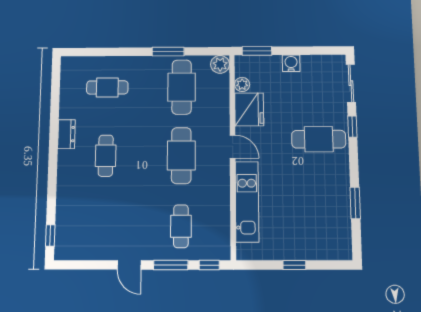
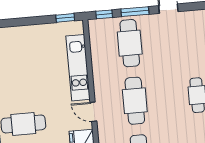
cafe table: (181, 226) -> (130, 43), width x1.37, depth x1.35
window: (294, 265) -> (65, 18), moved

